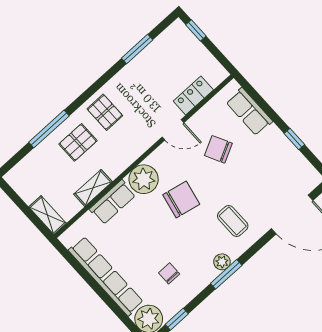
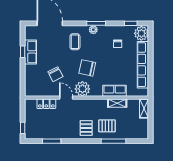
row of seats: (249, 112) -> (30, 52), moved
plant: (144, 179) -> (82, 89), moved

